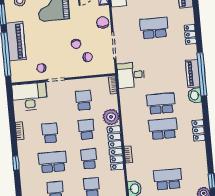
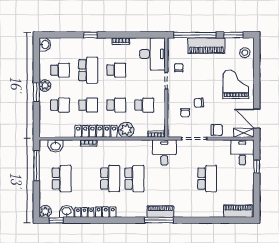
locker: (190, 34) -> (84, 213), moved
window: (202, 74) -> (159, 220), width x0.68
washbasin: (195, 95) -> (67, 212), moved

